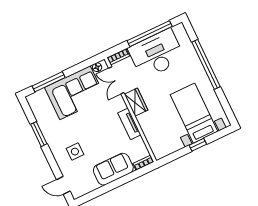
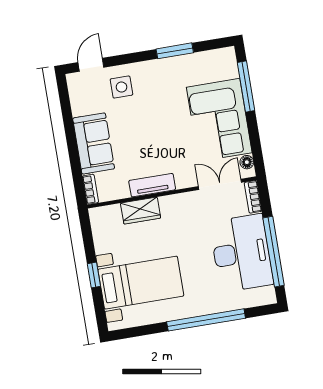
wardrobe: (136, 102) -> (141, 211), moved
side table: (75, 152) -> (121, 87), moved

